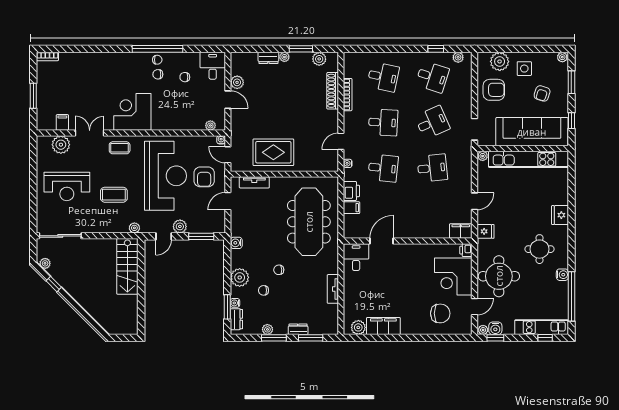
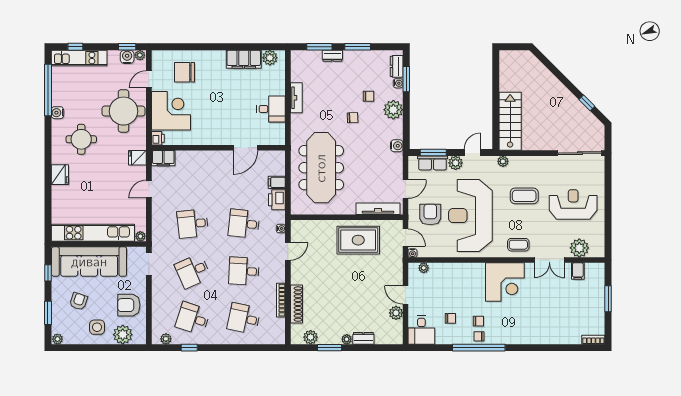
tv unit: (254, 182) -> (378, 209), width x1.41
row of seats: (202, 226) -> (432, 163), added
desk: (356, 257) -> (271, 109), moved, turned -90
plant: (45, 263) -> (596, 124), removed
plant: (267, 329) -> (364, 56), removed

